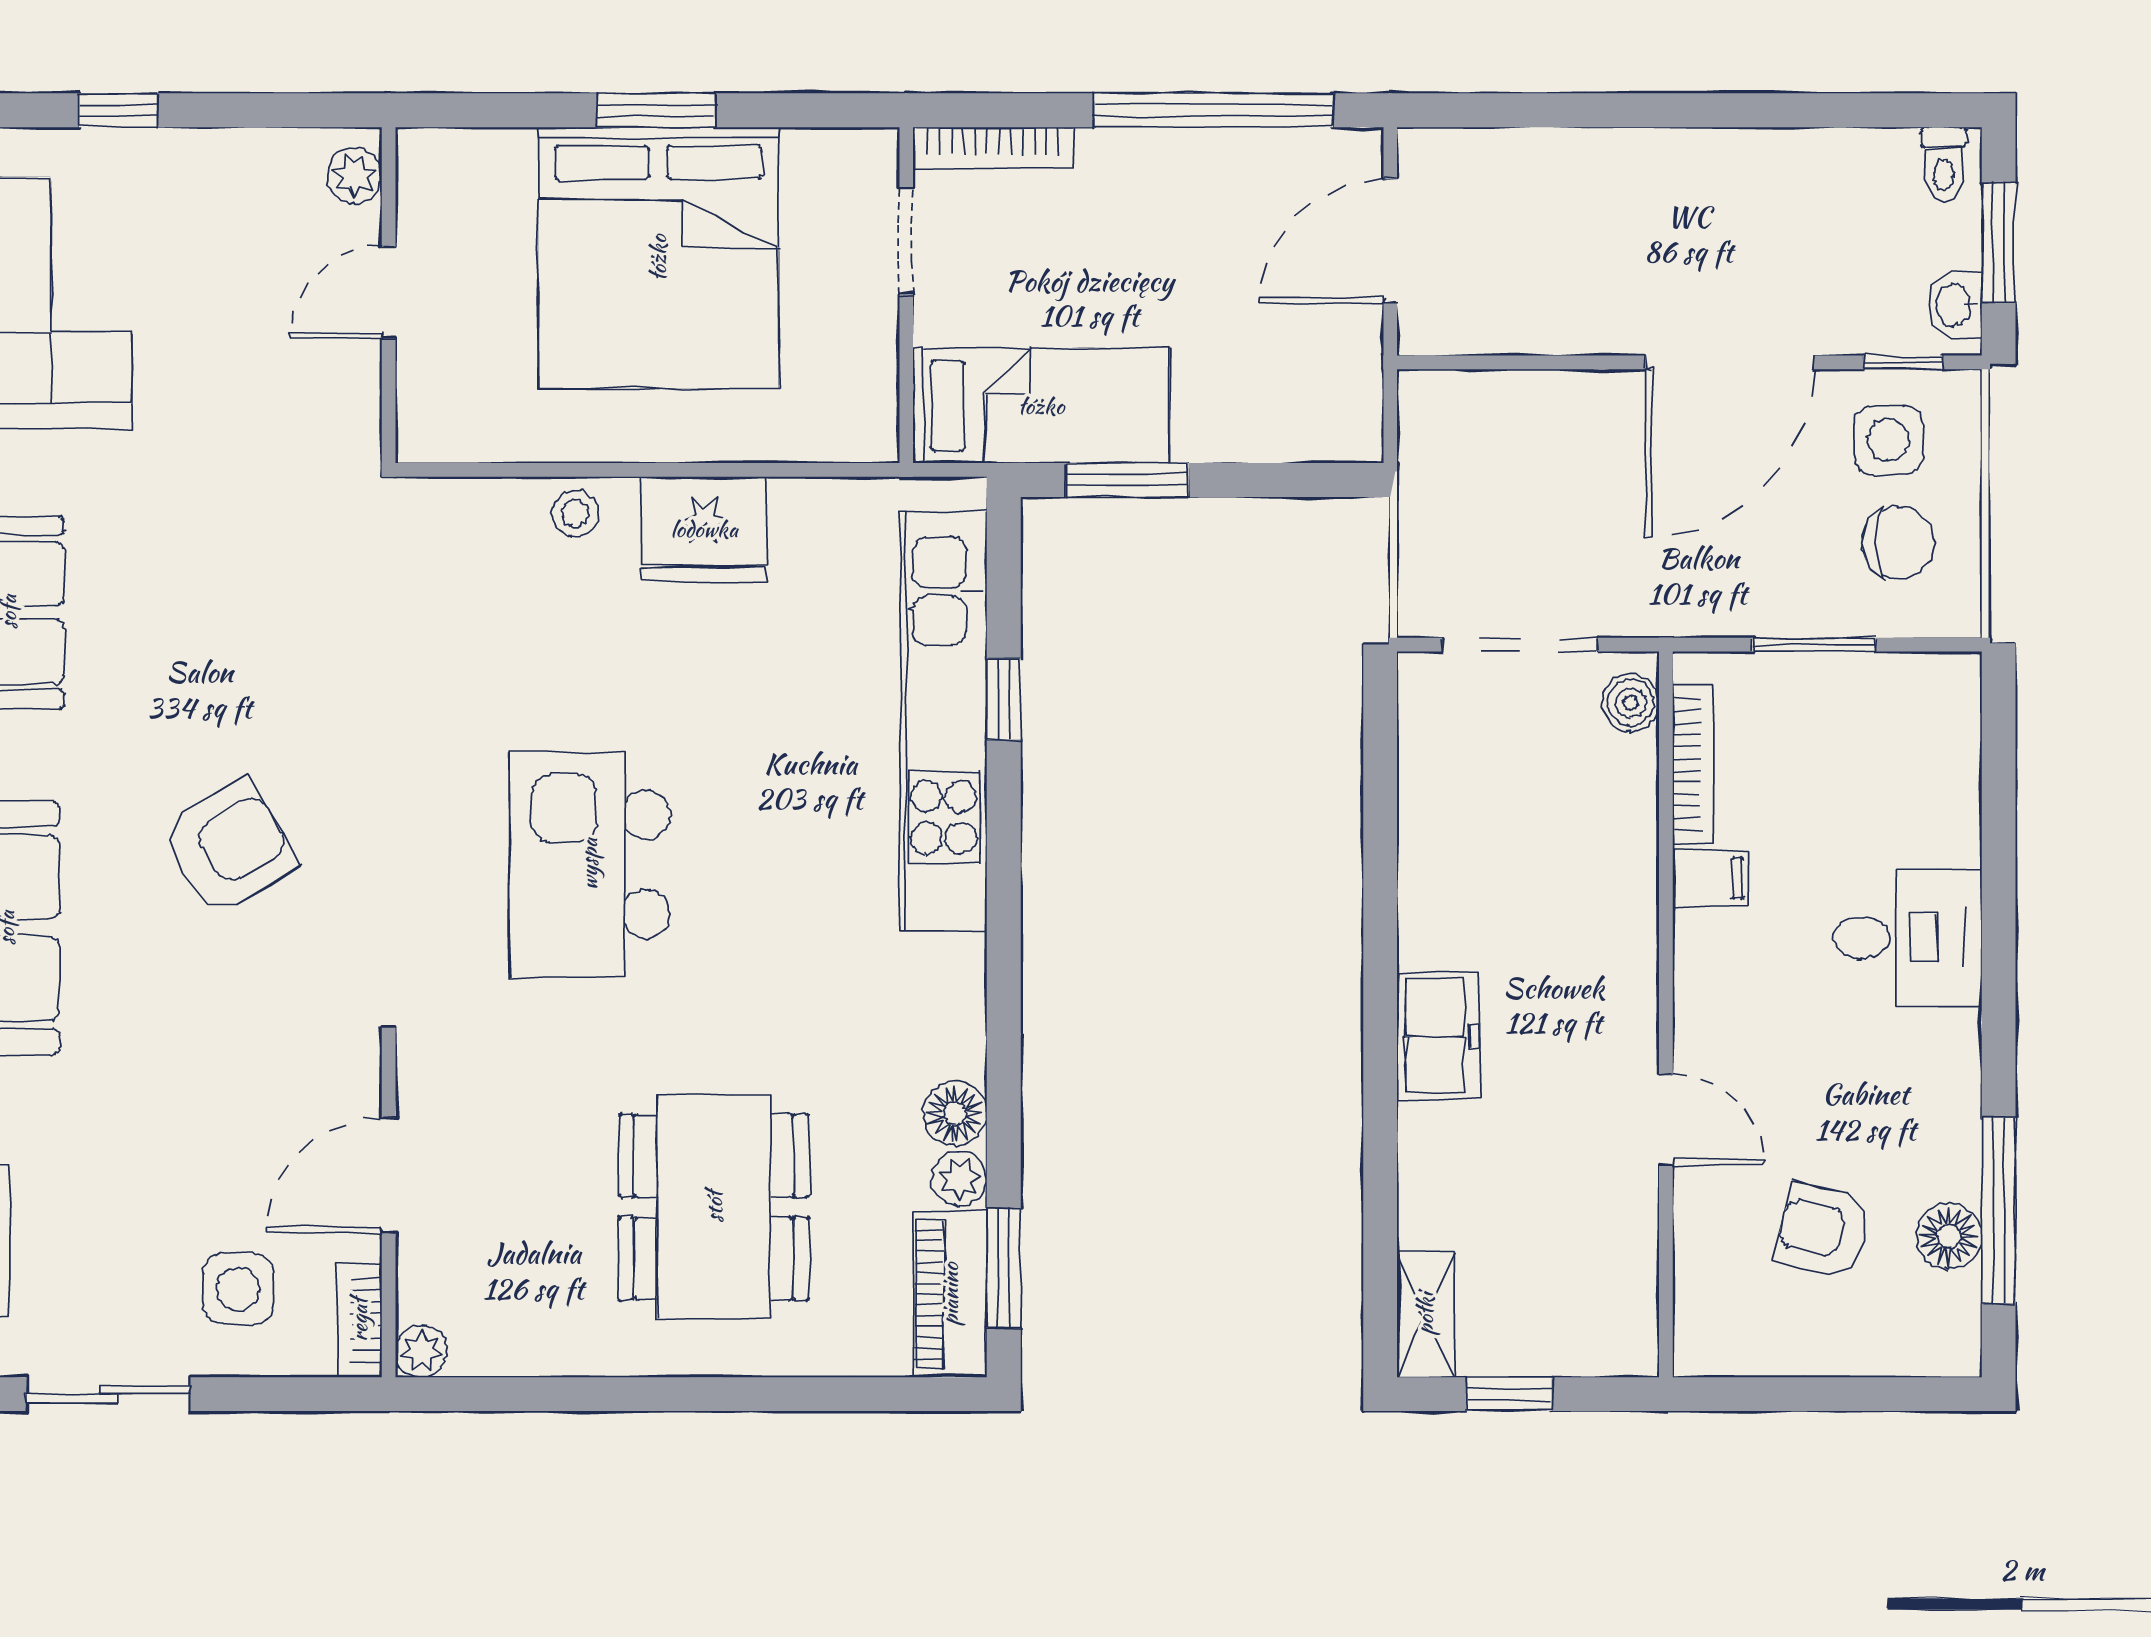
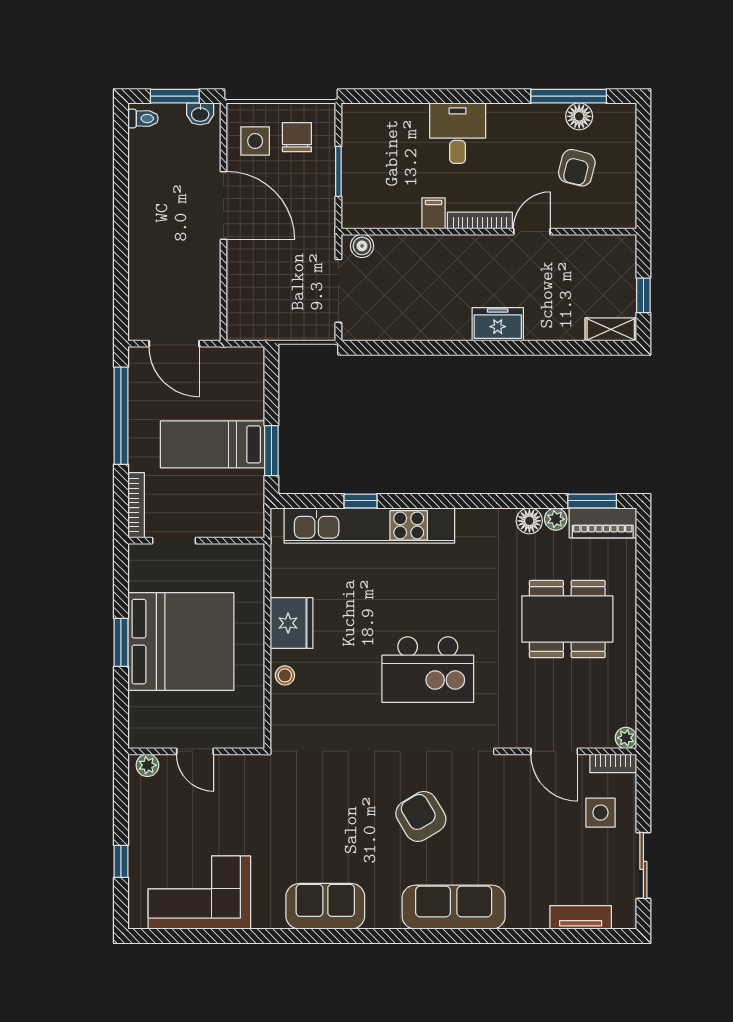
window: (1903, 362) -> (223, 135), removed
bed: (1041, 406) -> (212, 444), moved, turned -90
bookcase: (1693, 764) -> (480, 220), moved

